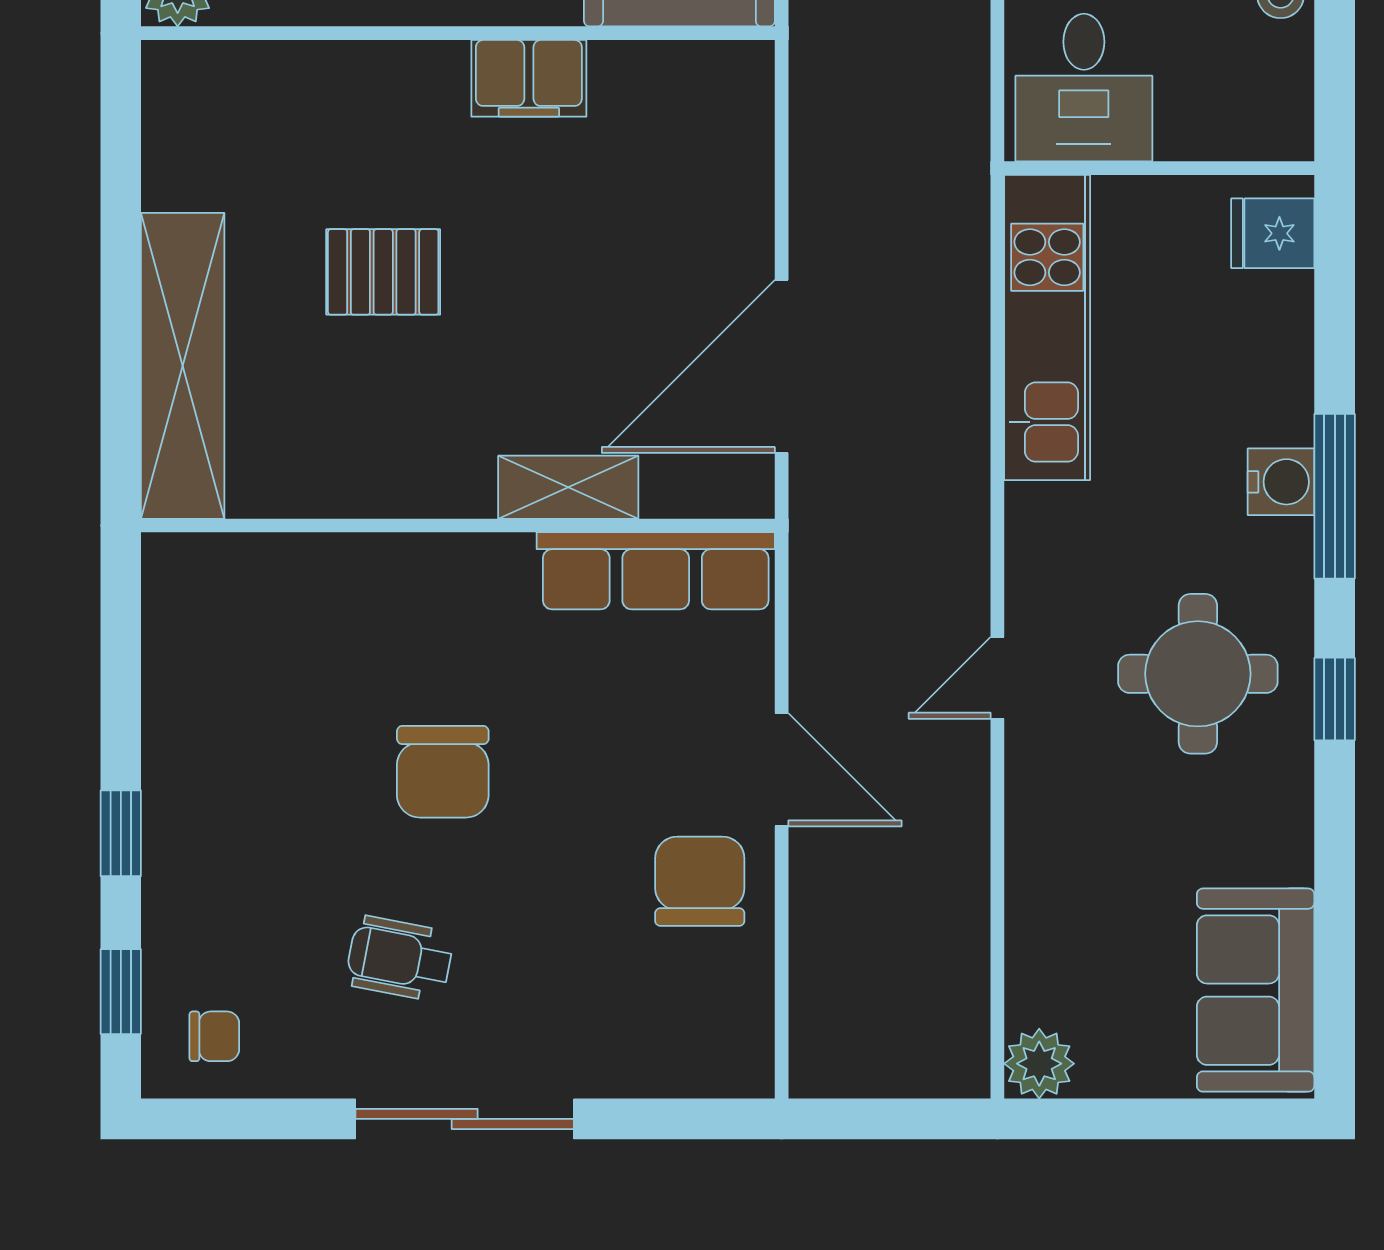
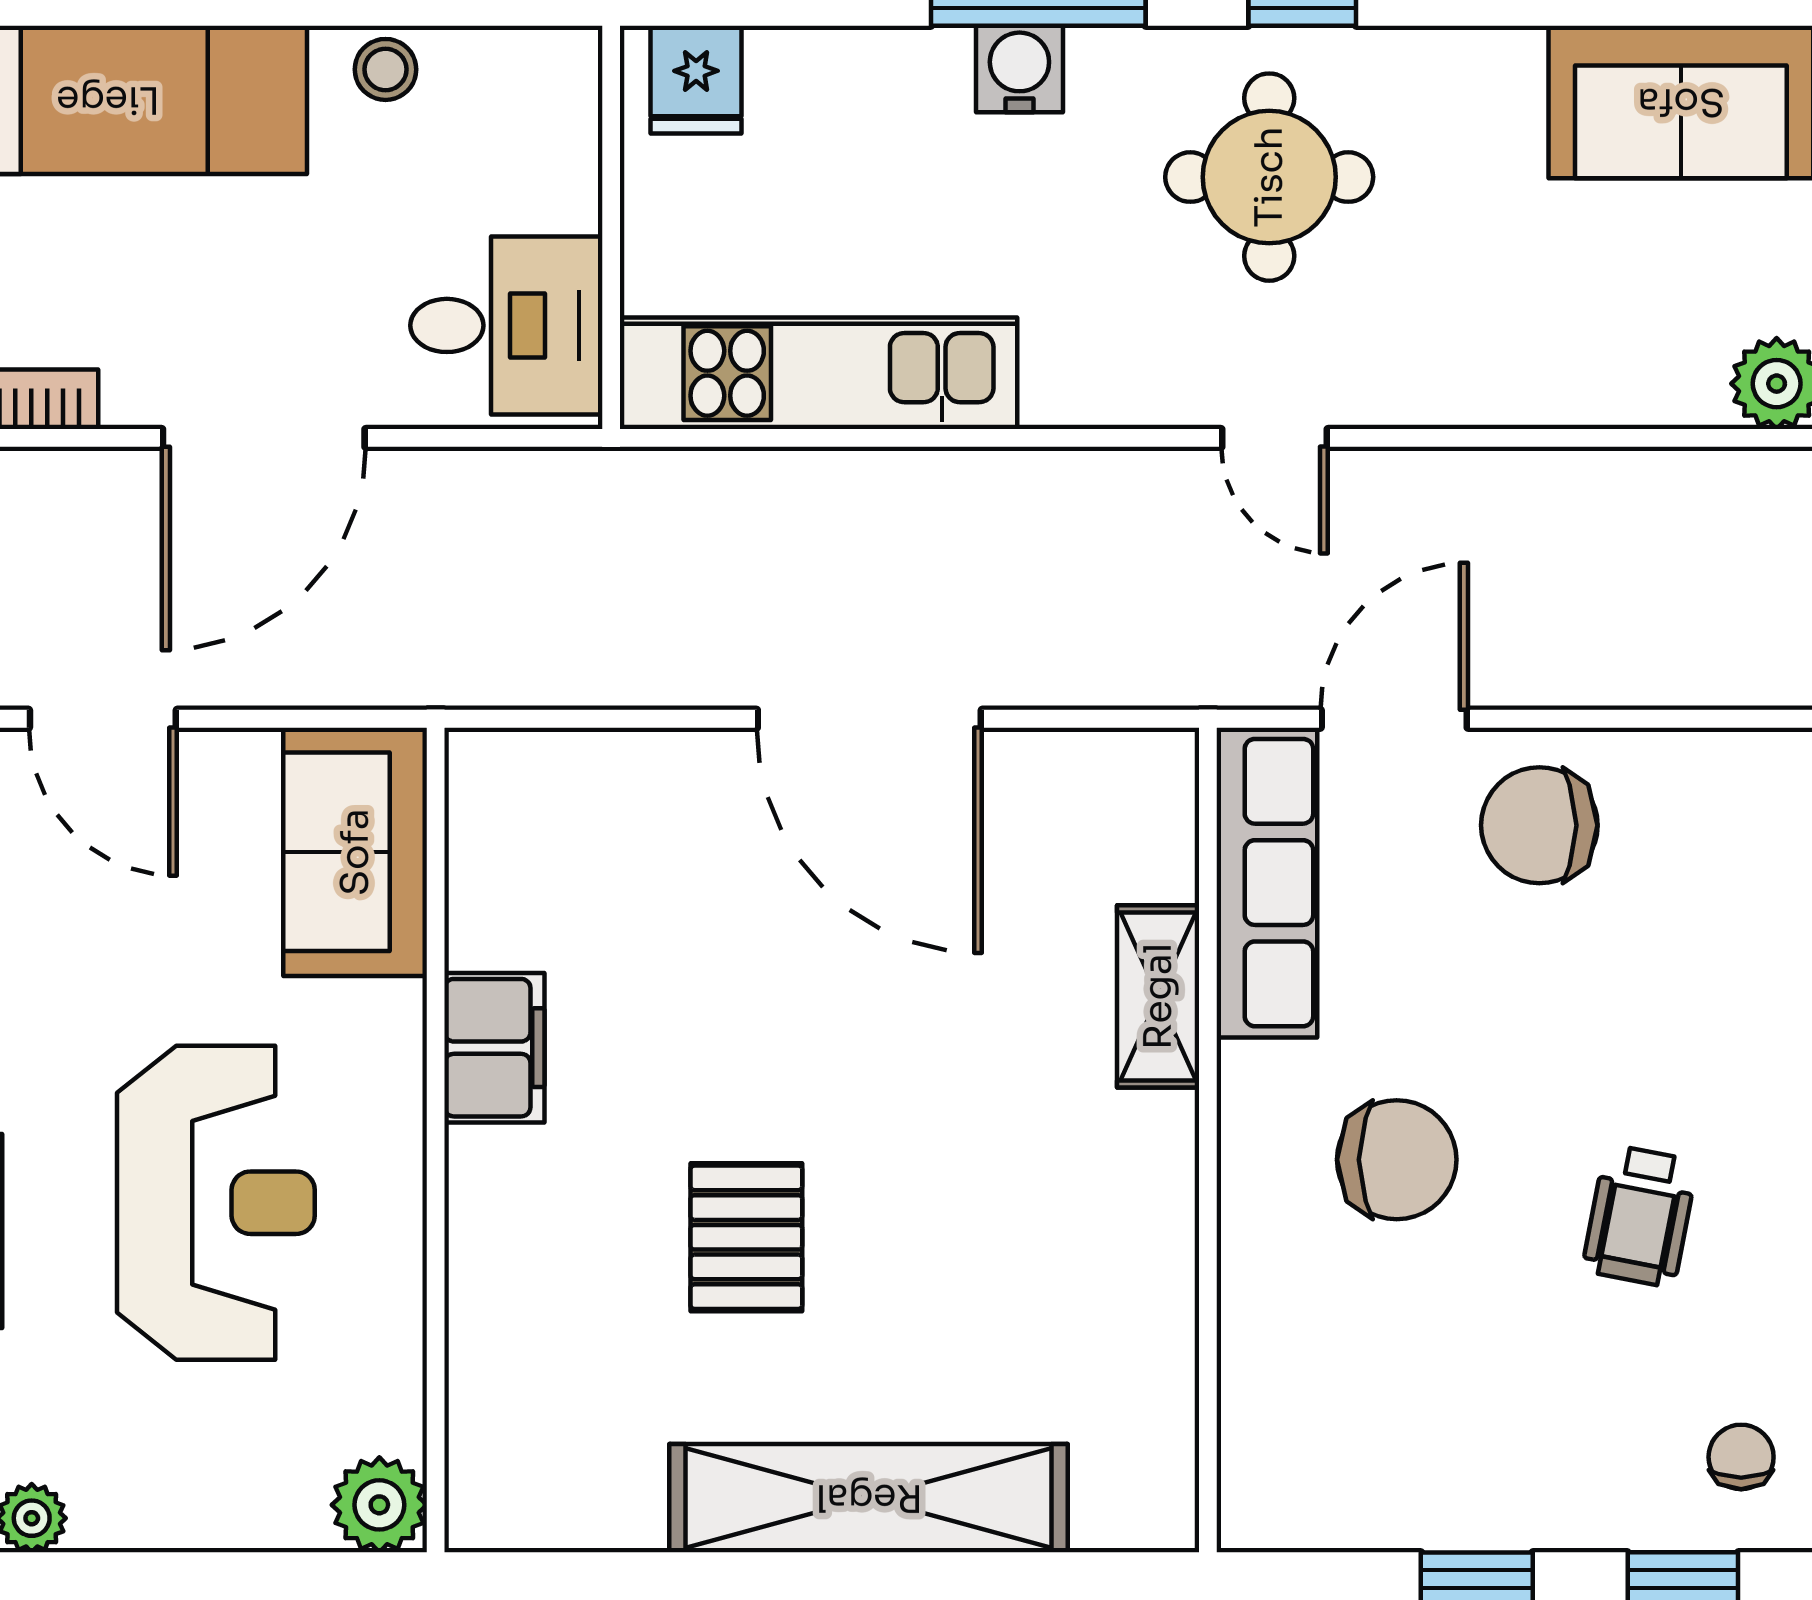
shelving: (568, 487) -> (1158, 996), moved
wall: (458, 525) -> (1208, 1140), moved
row of seats: (656, 571) -> (1267, 883), moved

